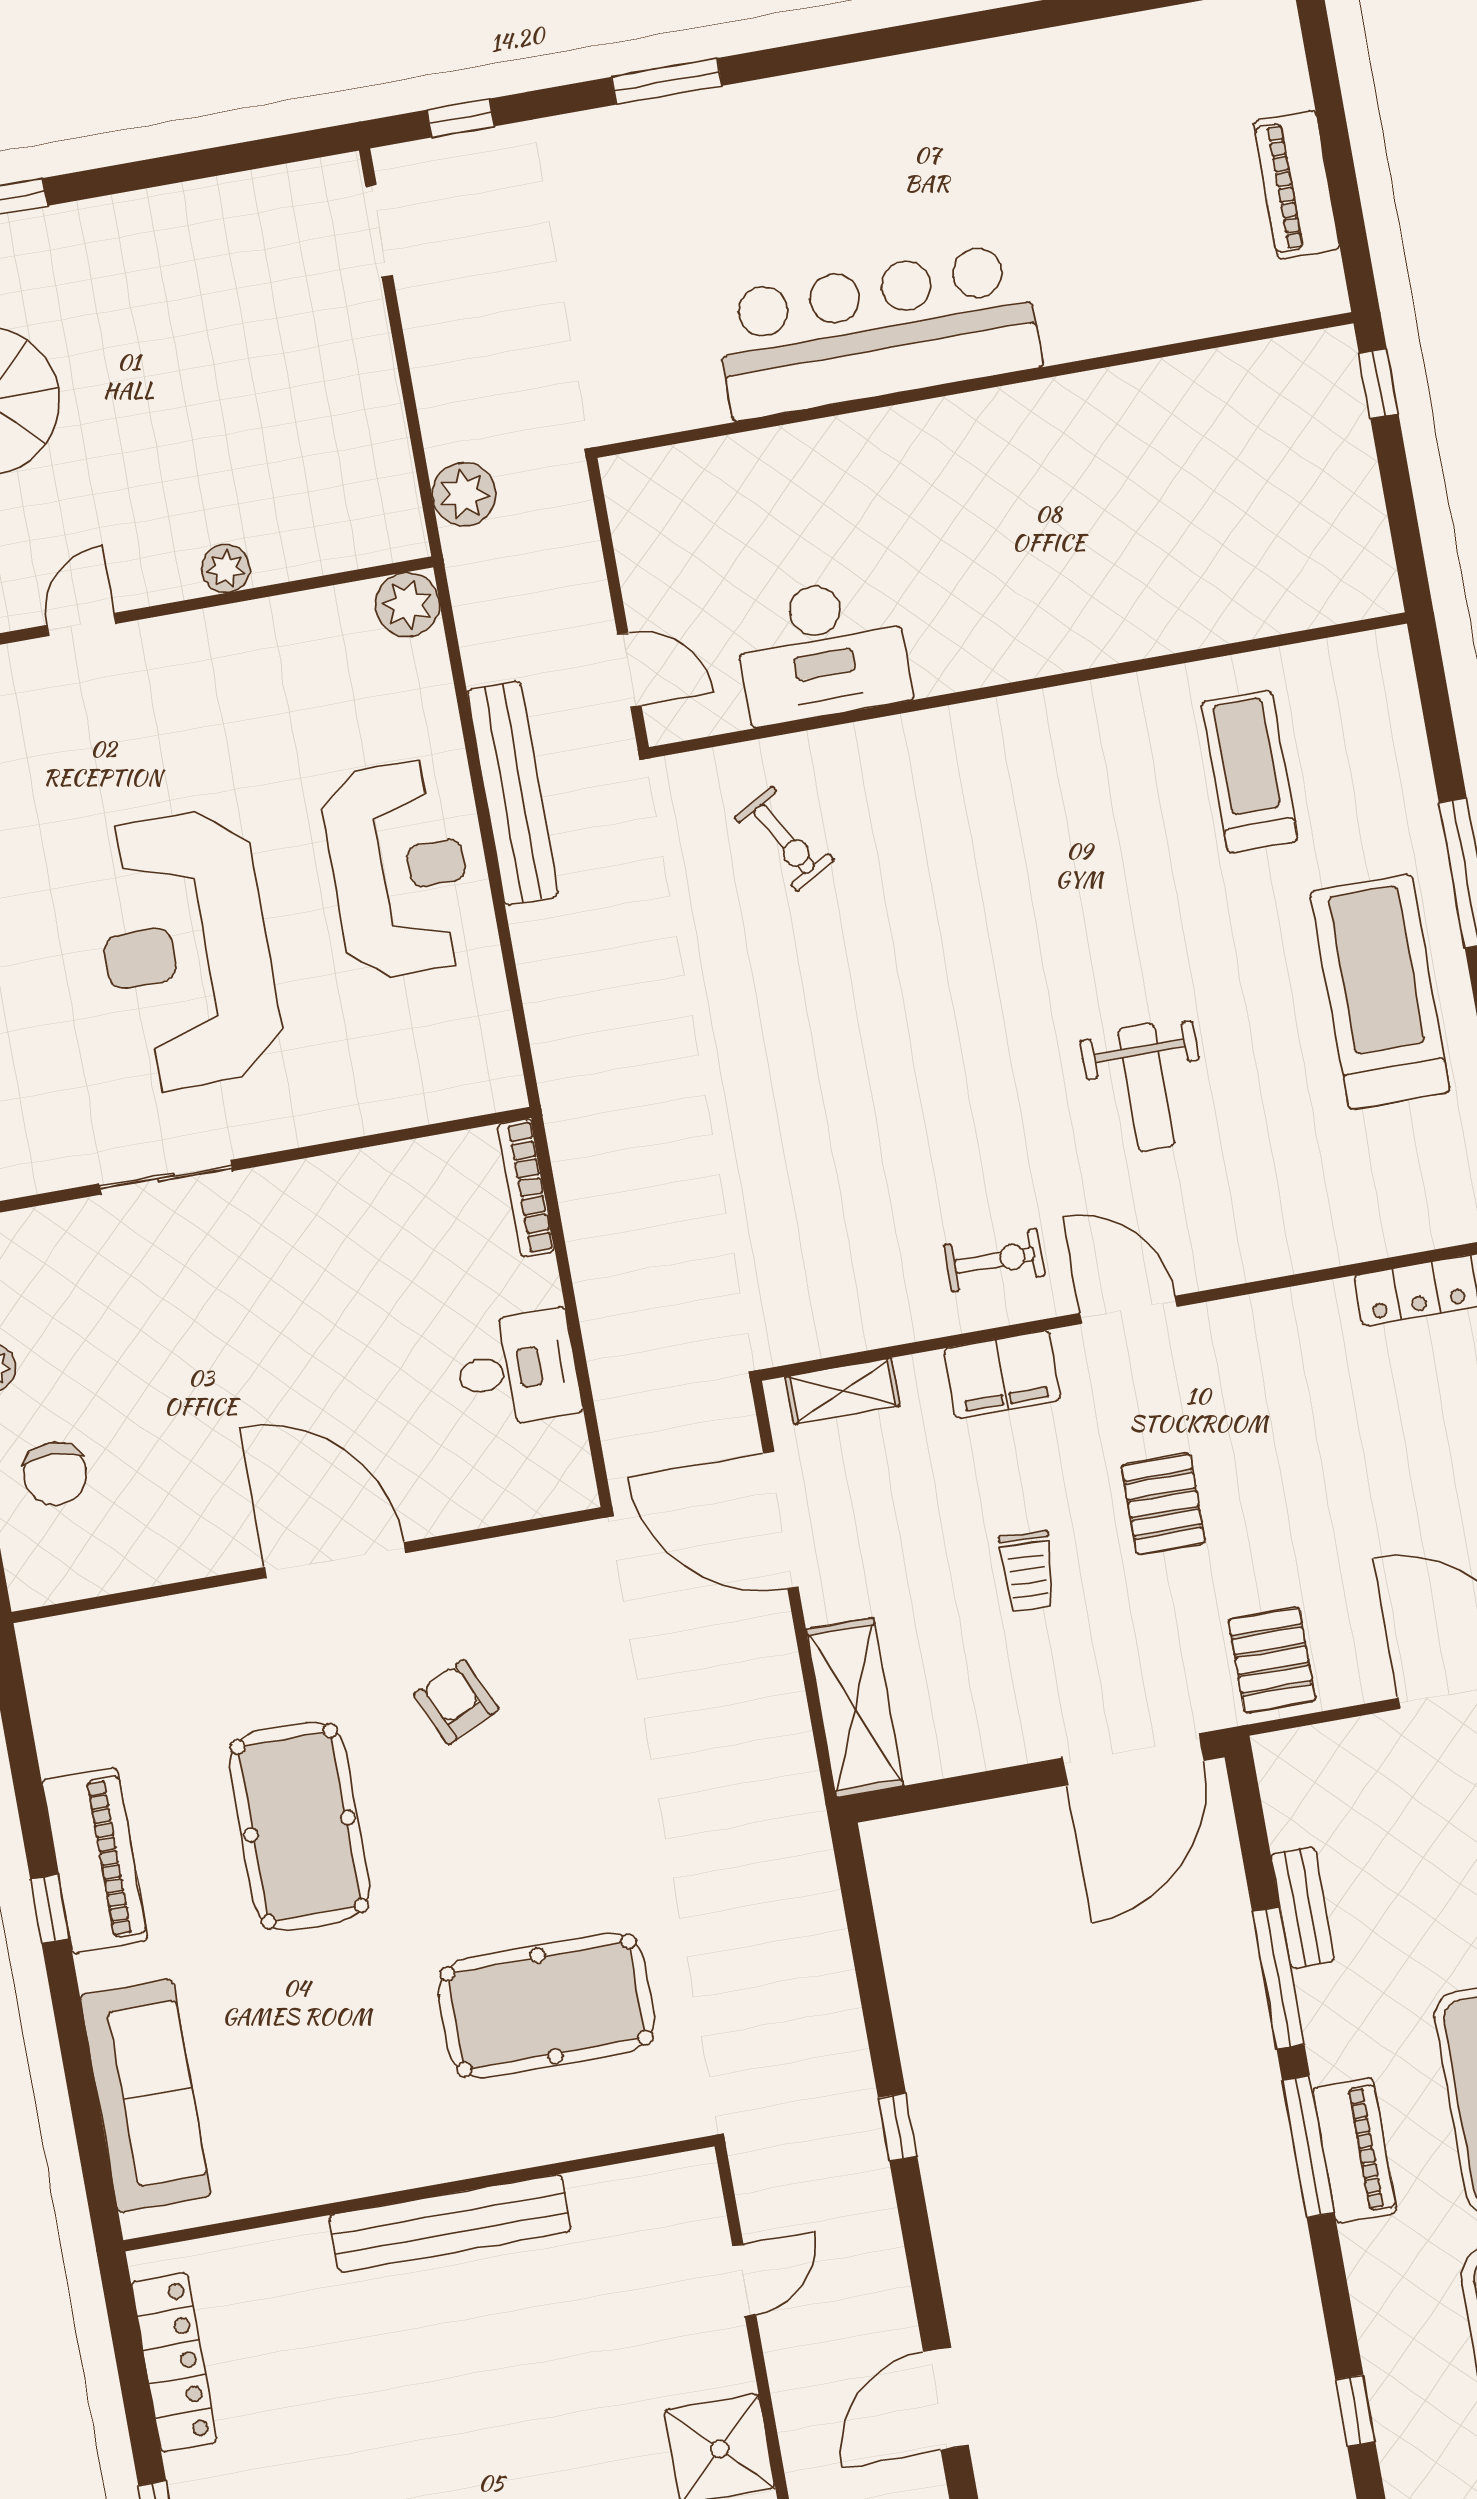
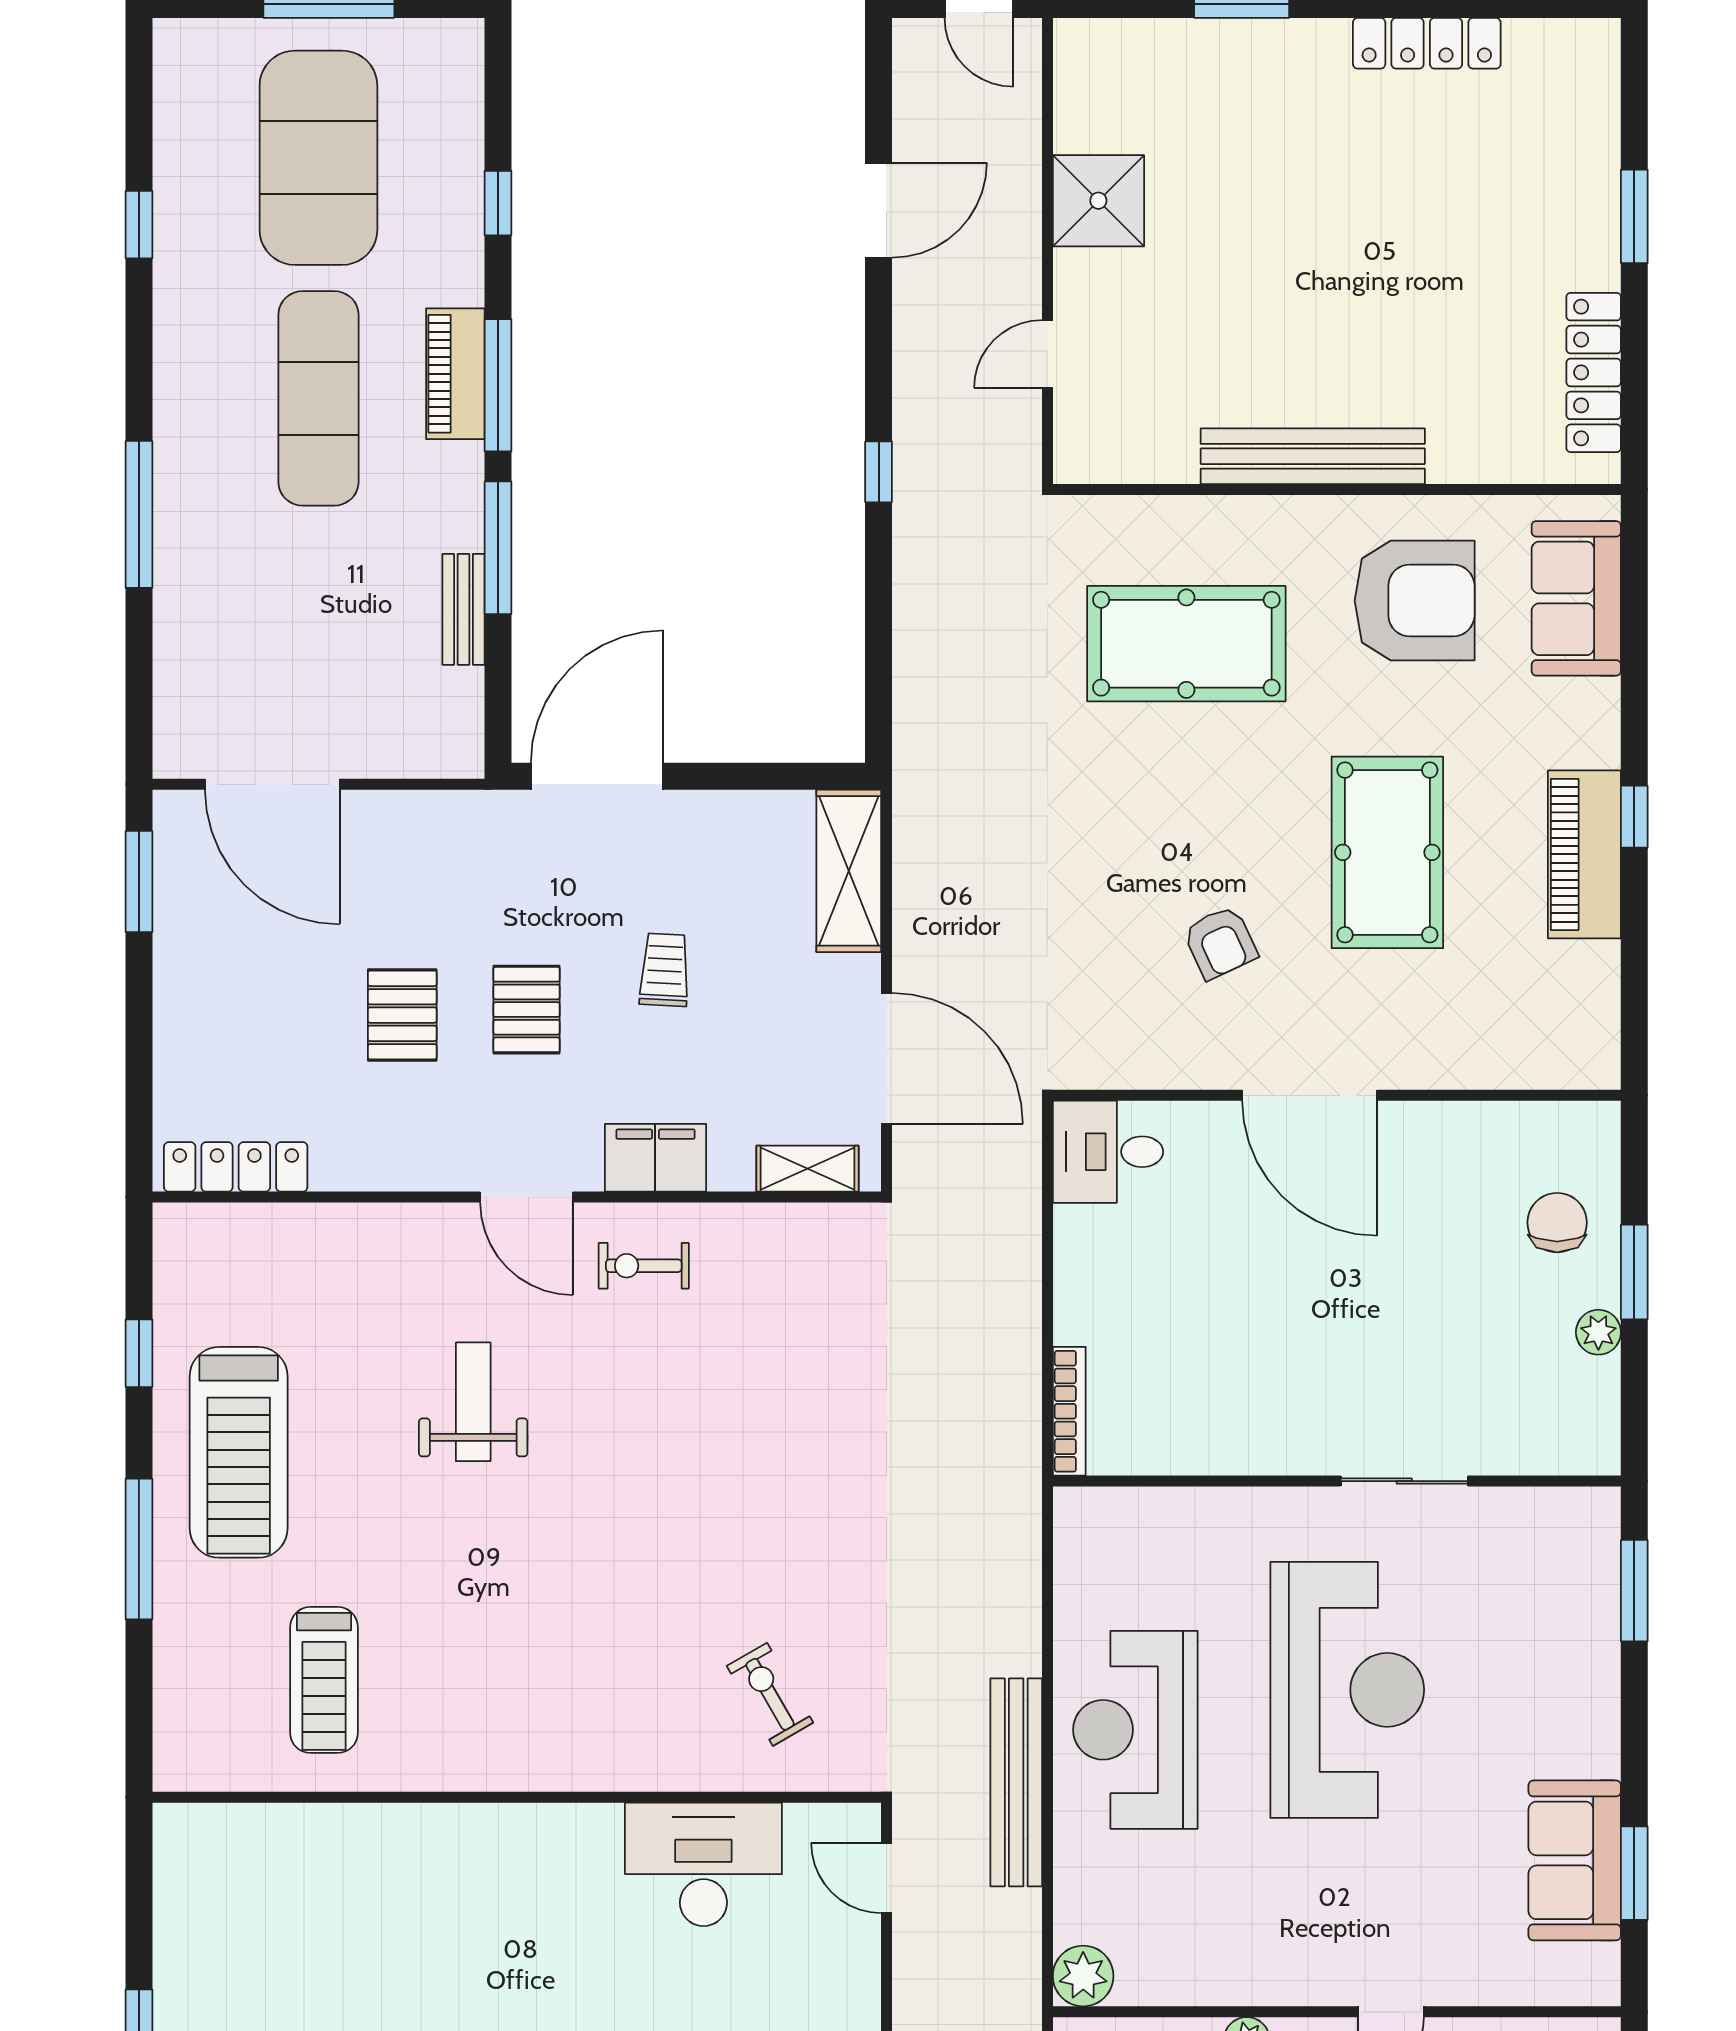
desk: (517, 1369) -> (1108, 1152), moved
pallet: (1272, 1660) -> (402, 1015), moved
armchair: (318, 2093) -> (1415, 601), added
sofa: (145, 2096) -> (1576, 598), width x0.73
window: (1355, 2411) -> (498, 203), moved

